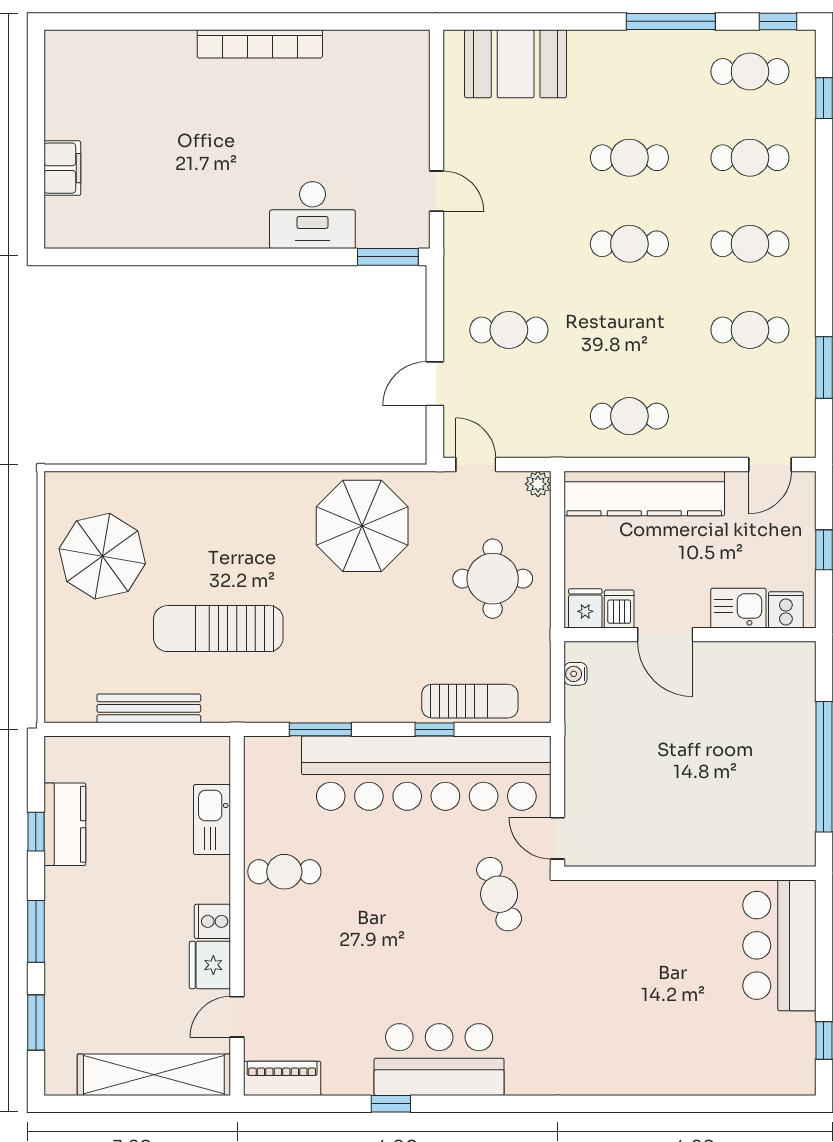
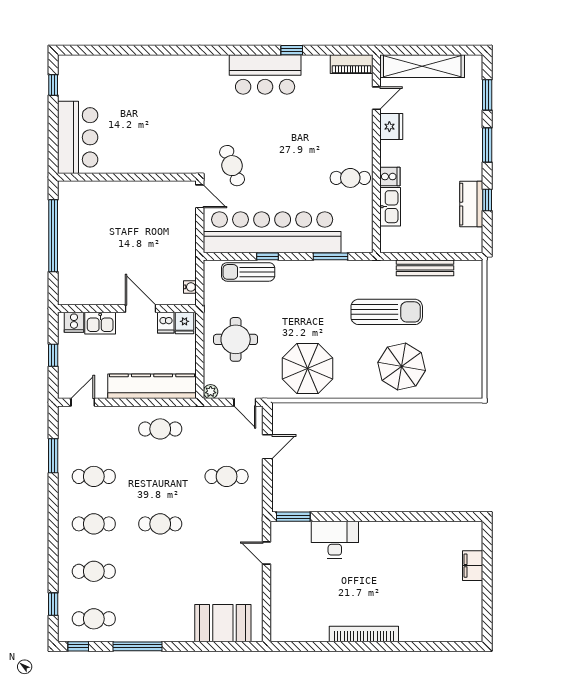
cafe table: (629, 158) -> (160, 571), removed
parasol: (102, 556) -> (402, 366), moved
cooker: (212, 921) -> (390, 177), moved

